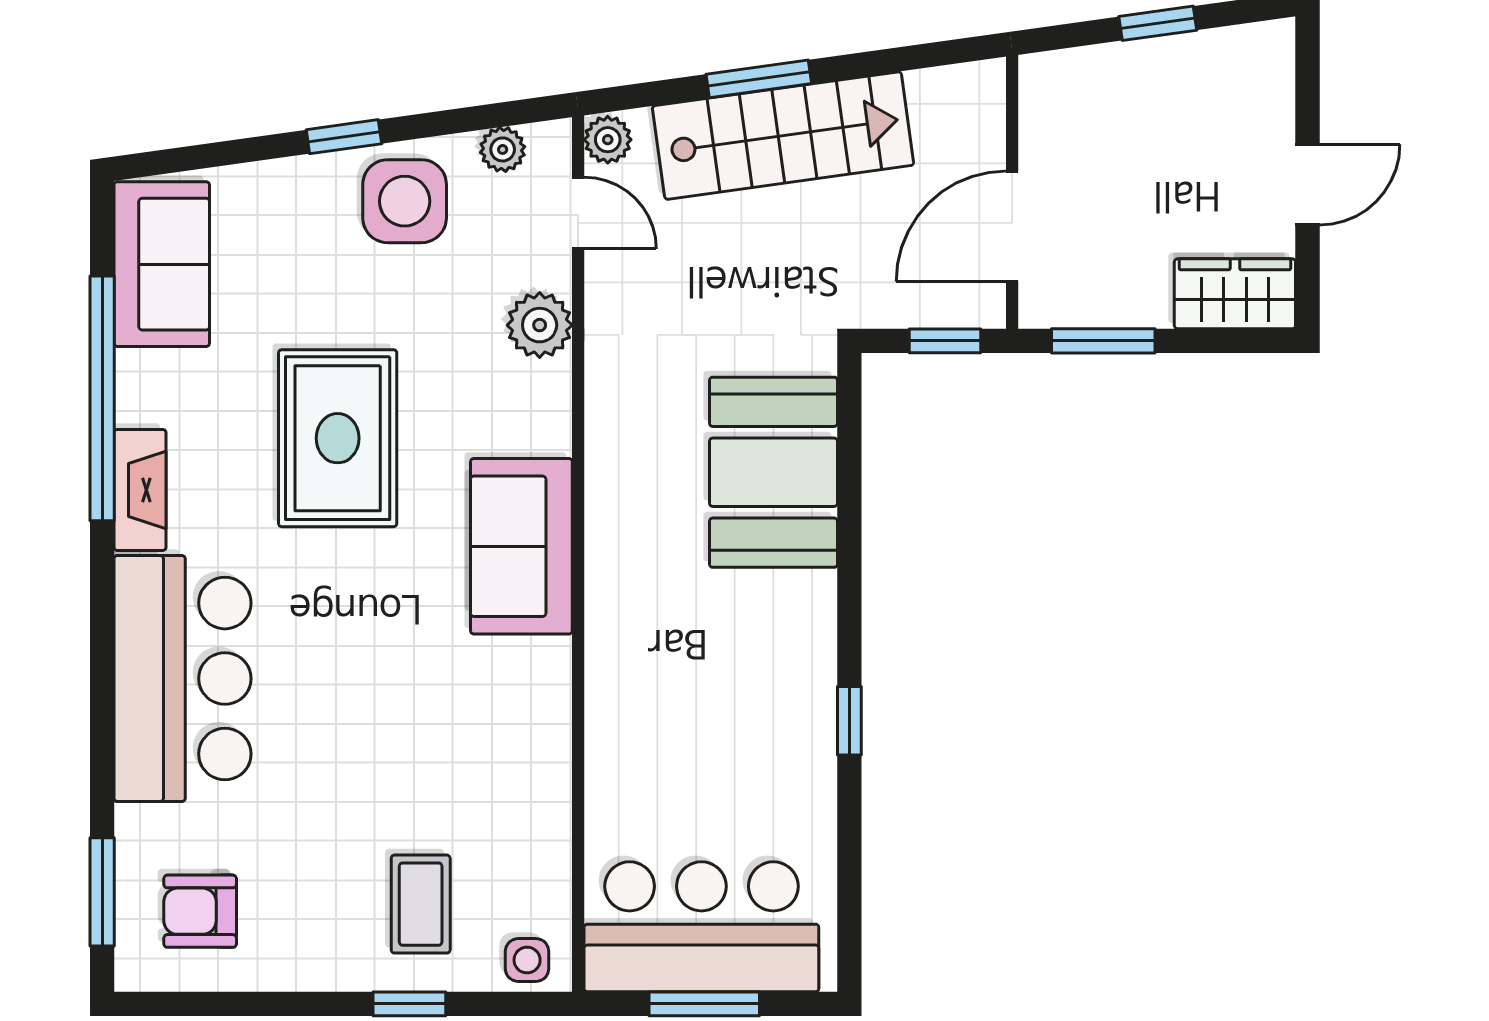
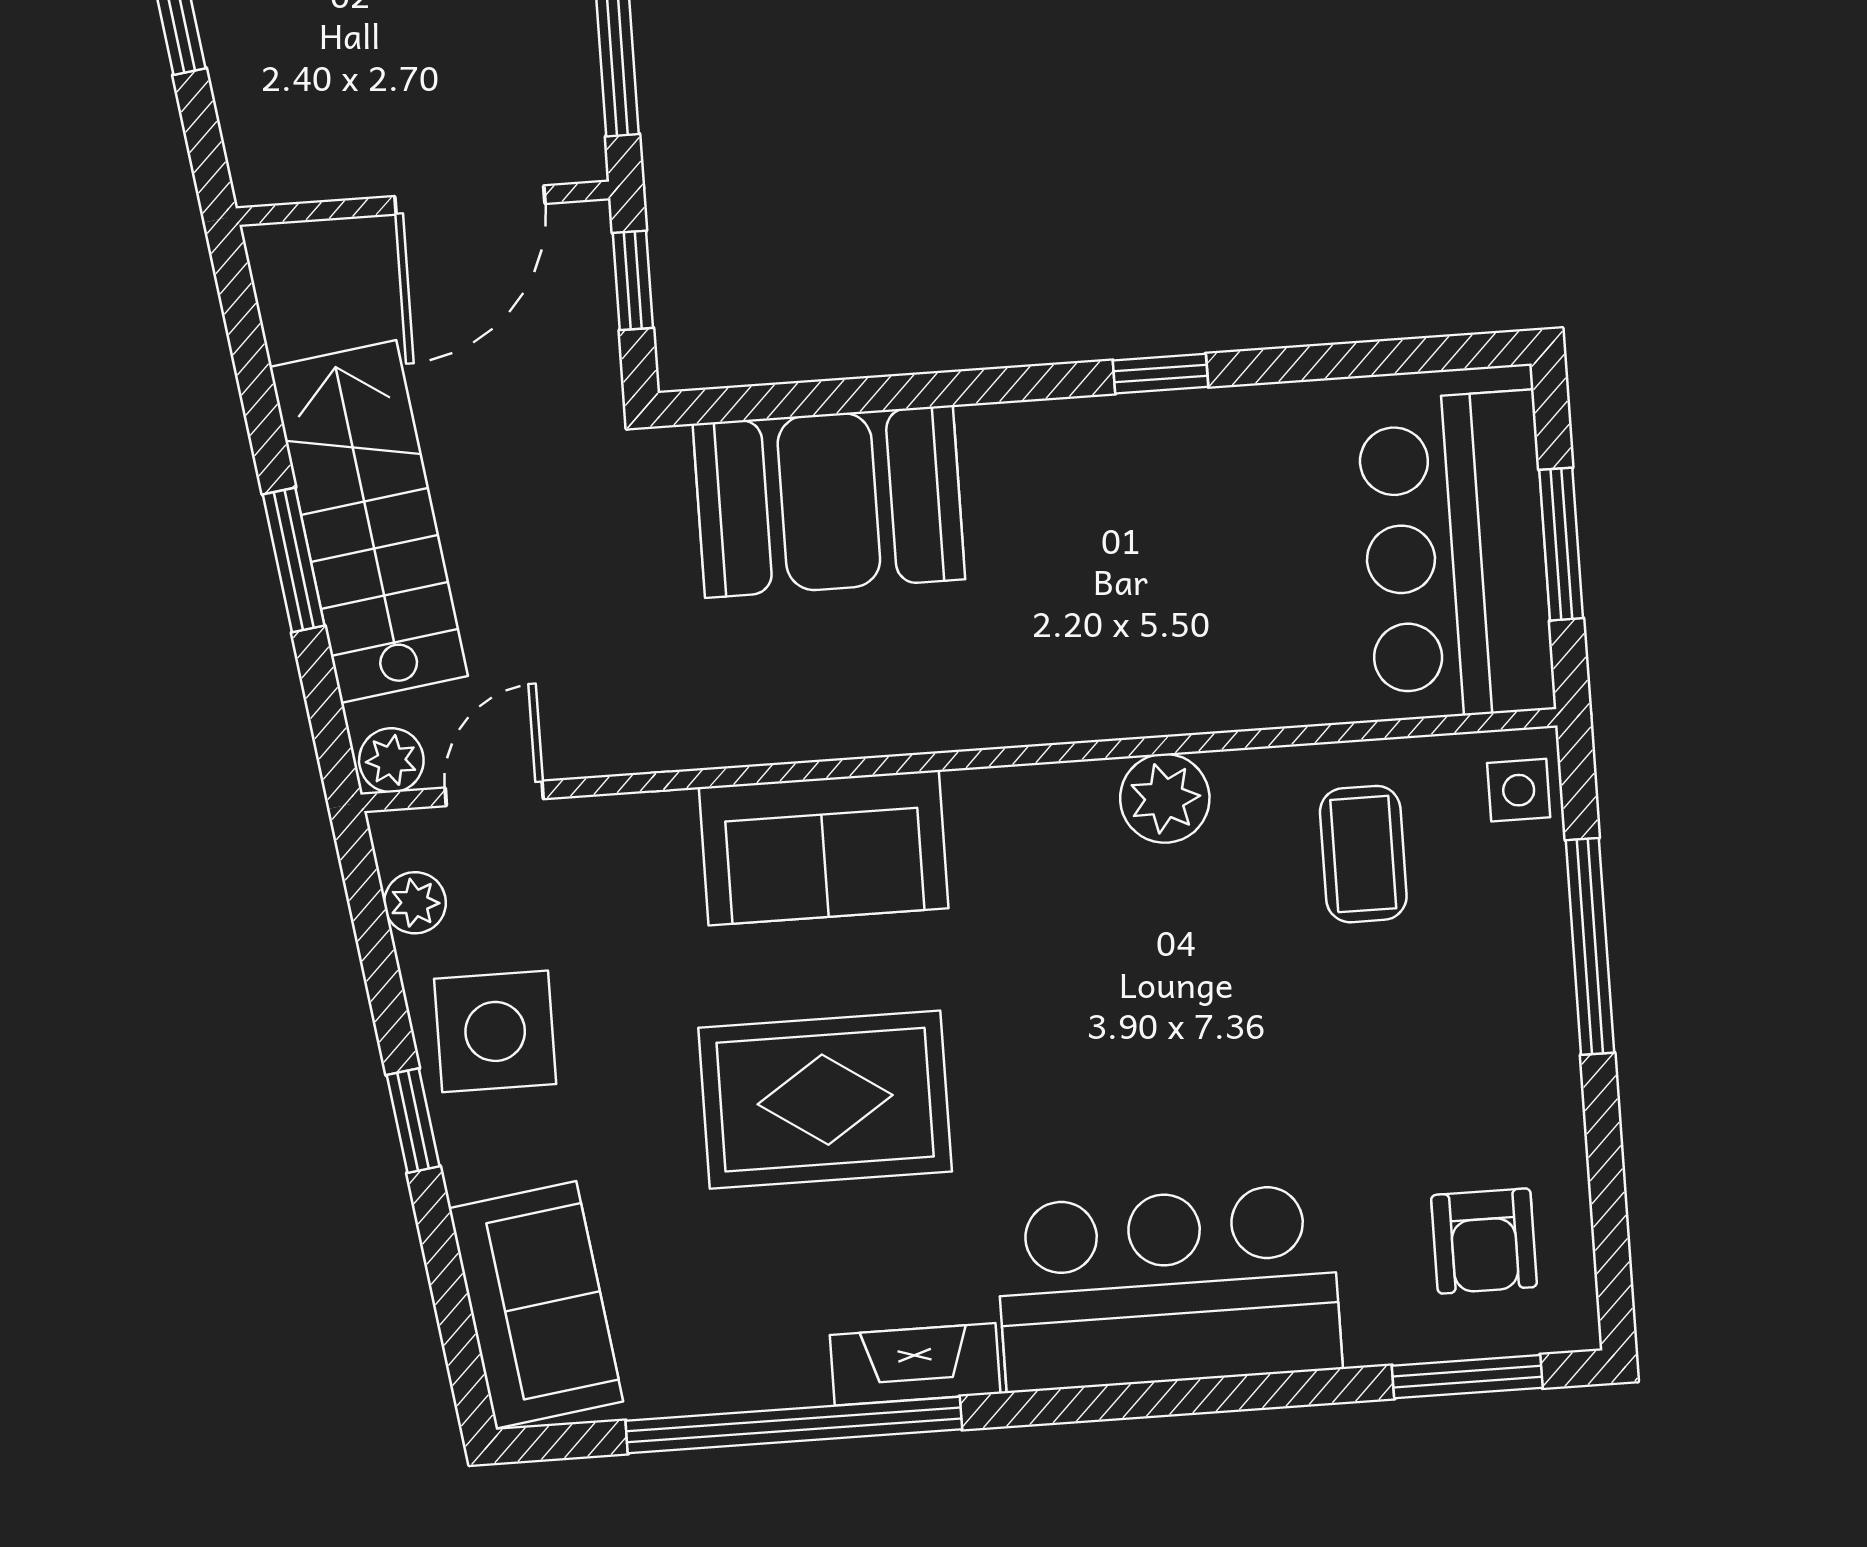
door: (1012, 226) -> (470, 200), hinge flipped
sofa: (162, 264) -> (536, 1305), moved, turned 82
plant: (540, 325) -> (1165, 798), moved
sofa: (521, 546) -> (824, 848), moved
coffee table: (421, 904) -> (1363, 854), moved, turned 90
window: (409, 1004) -> (1590, 946), width x2.17

